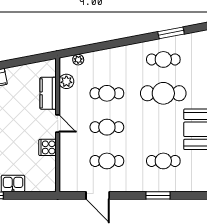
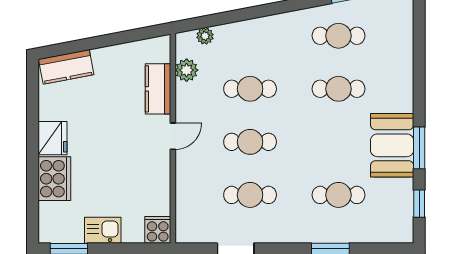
cafe table: (163, 93) -> (338, 89), width x0.73, depth x0.74
door: (58, 124) -> (173, 136), hinge flipped
cooker: (48, 147) -> (158, 230), moved, turned 90

